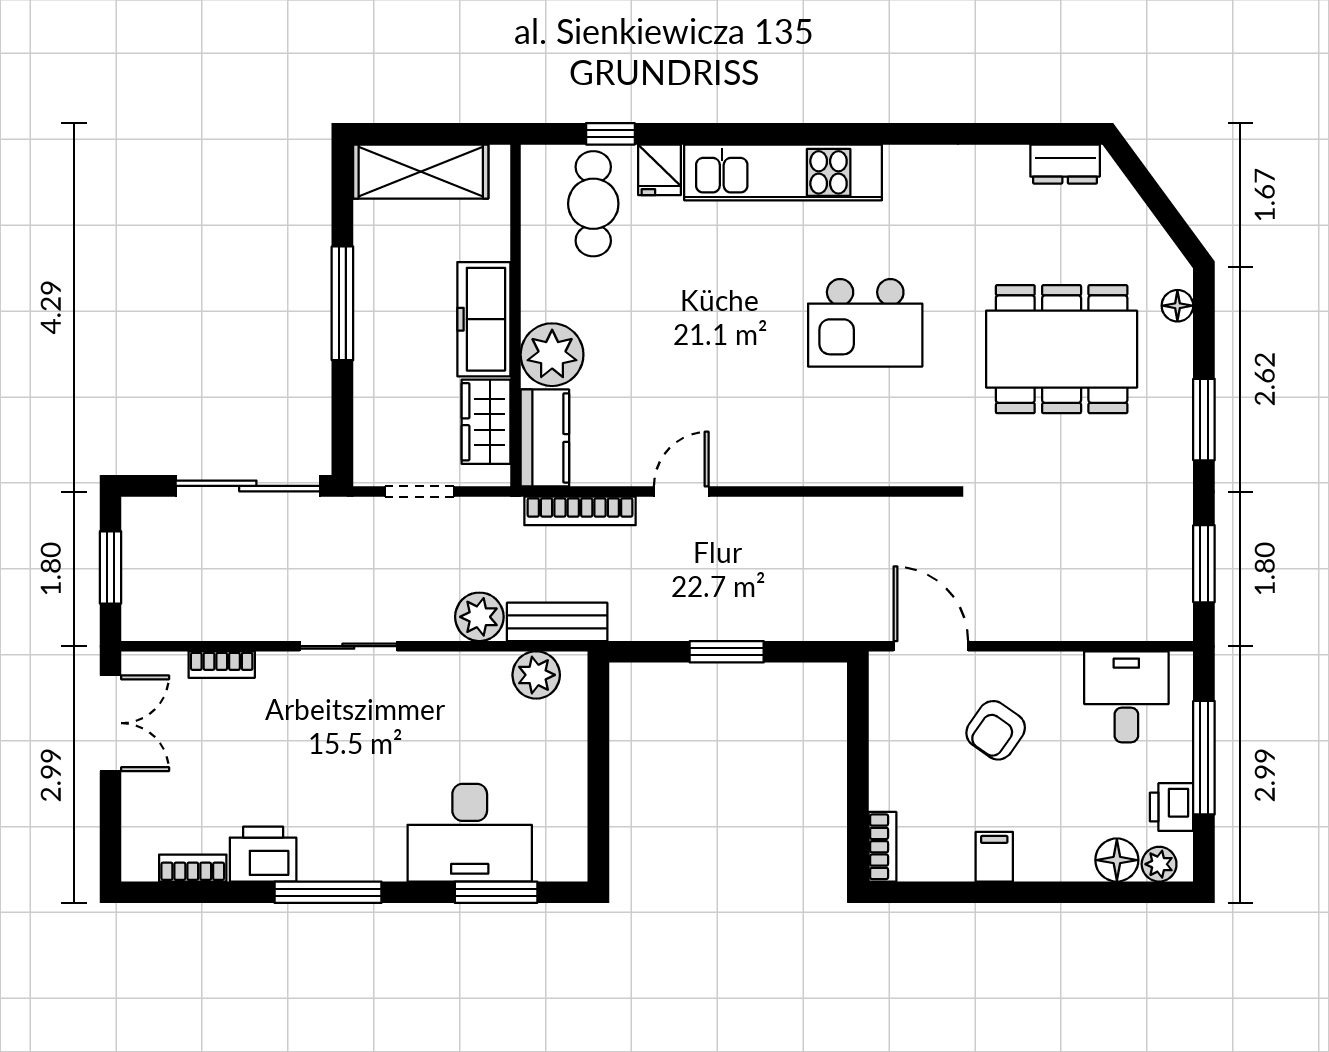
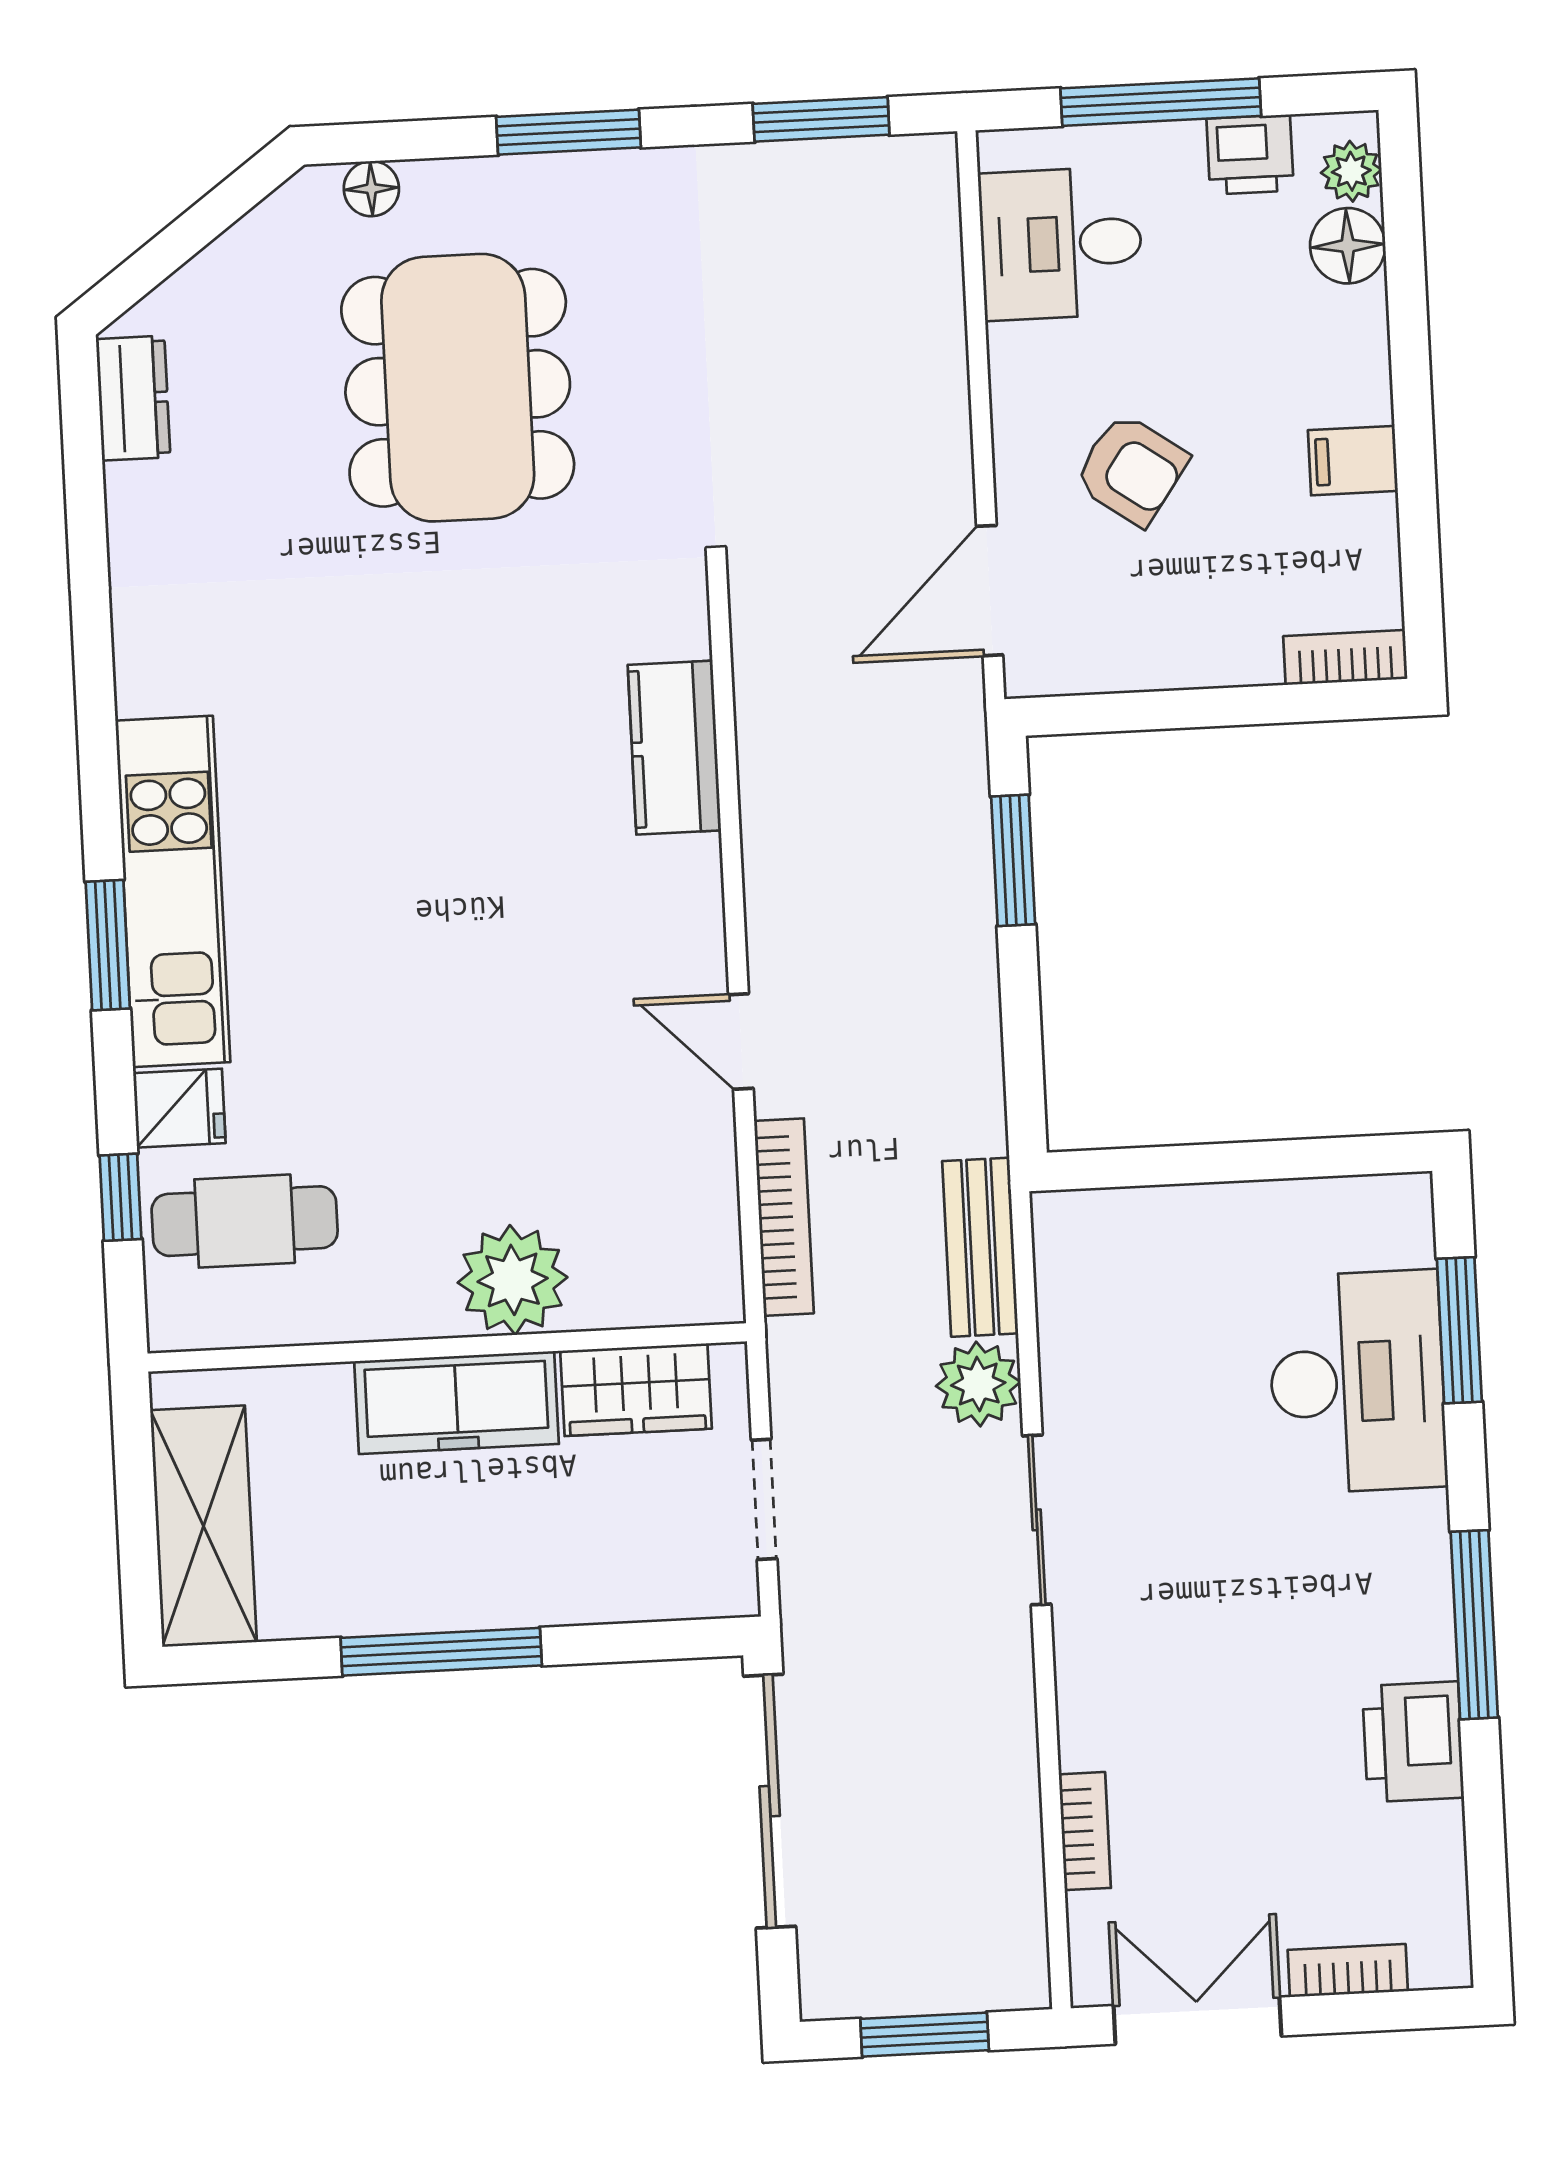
window: (754, 134) -> (108, 945), added
kitchen island: (865, 323) -> (429, 734), removed
kitchen counter: (545, 438) -> (674, 748), moved, turned -90
sliding door: (348, 646) -> (1037, 1520), moved
window: (727, 652) -> (1013, 860), moved
plant: (536, 675) -> (1075, 1279), removed
bookcase: (193, 868) -> (1348, 1971), moved, turned 90

